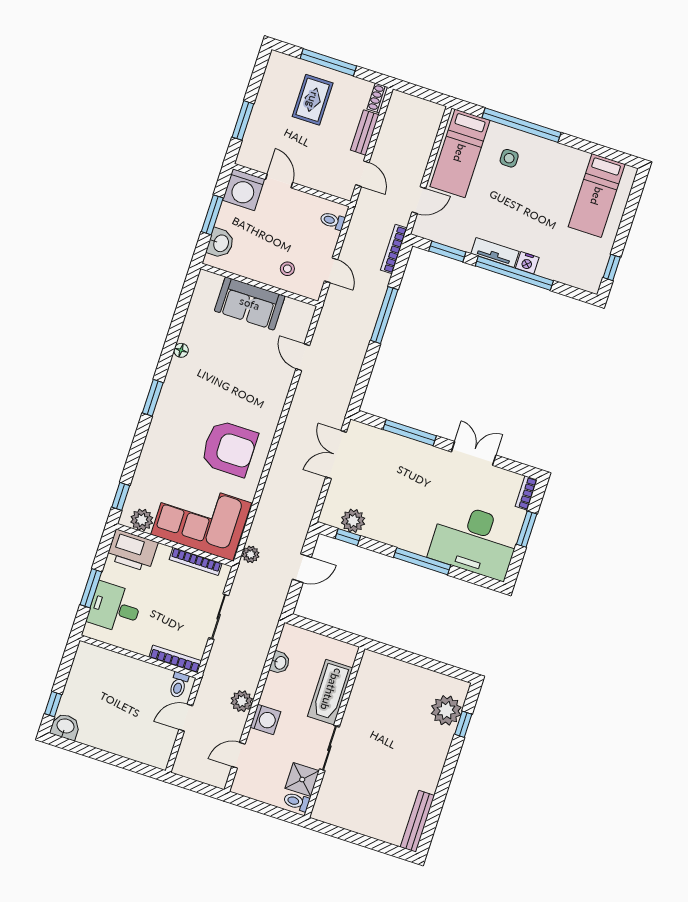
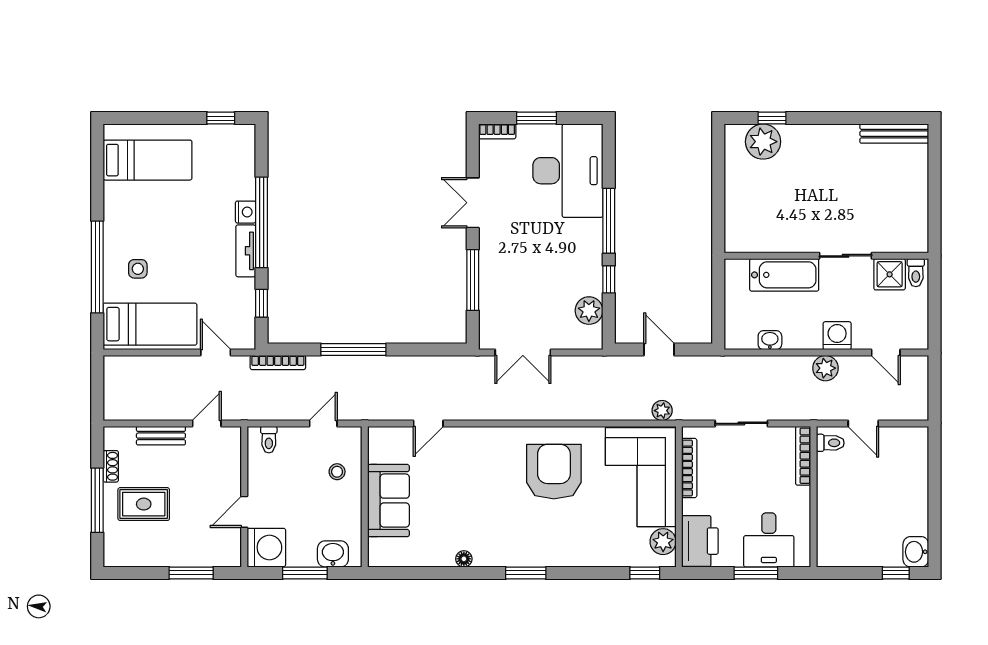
shoe rack: (377, 98) -> (111, 466), moved, turned -90
window: (447, 251) -> (262, 303), width x0.67
window: (348, 537) -> (609, 279), moved

